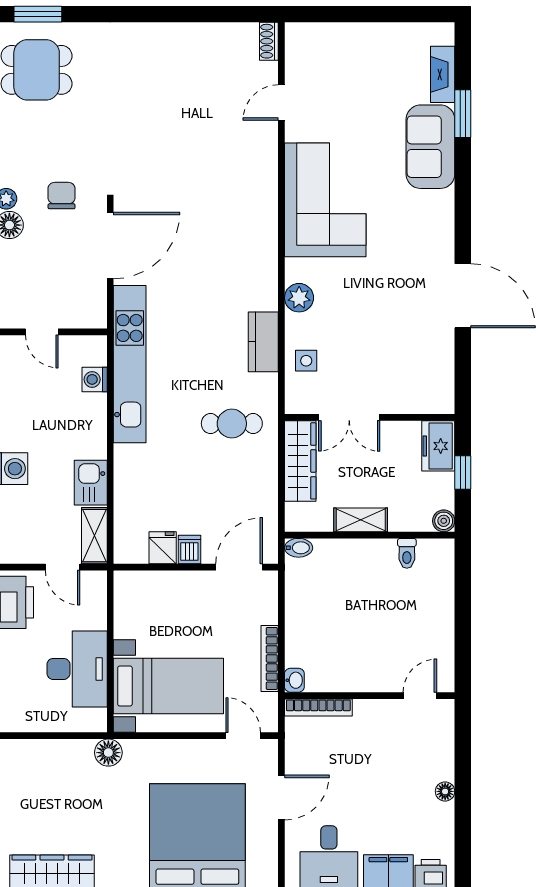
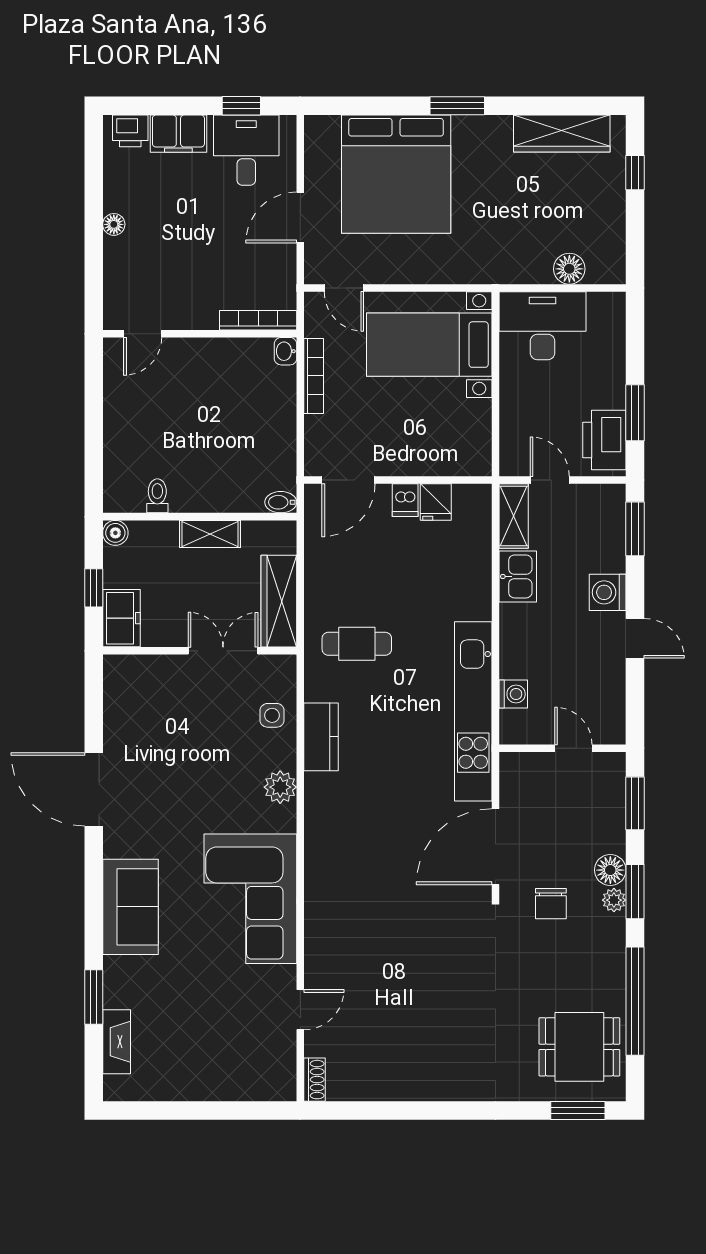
sofa: (430, 147) -> (130, 907), moved
desk: (77, 669) -> (543, 326), moved, turned 90
floor lamp: (108, 753) -> (569, 269), moved

